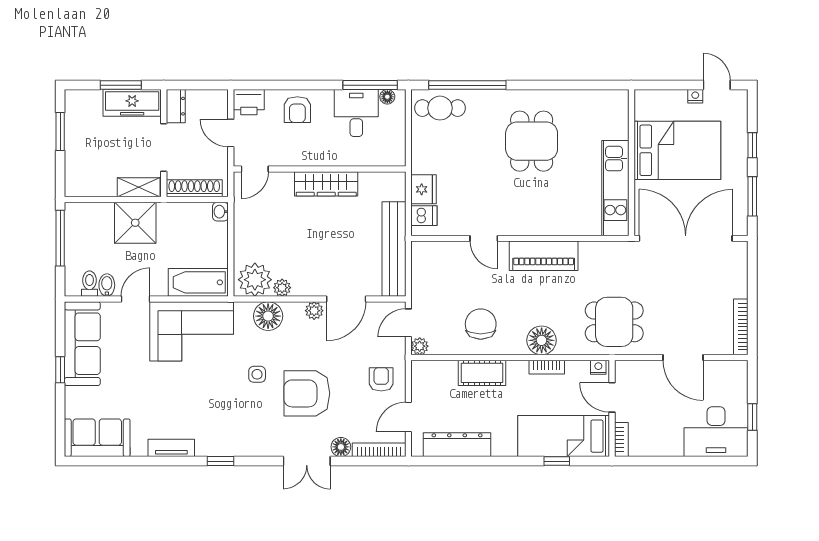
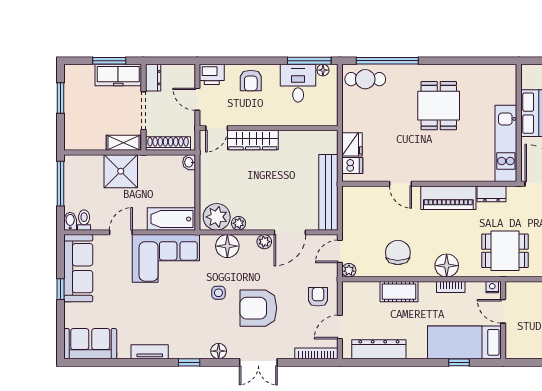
wardrobe: (326, 184) -> (253, 140), moved
dresser: (597, 251) -> (491, 194), added
bidet: (107, 285) -> (70, 221), moved
bookcase: (621, 440) -> (511, 345), removed
floor lamp: (341, 447) -> (219, 351), moved

